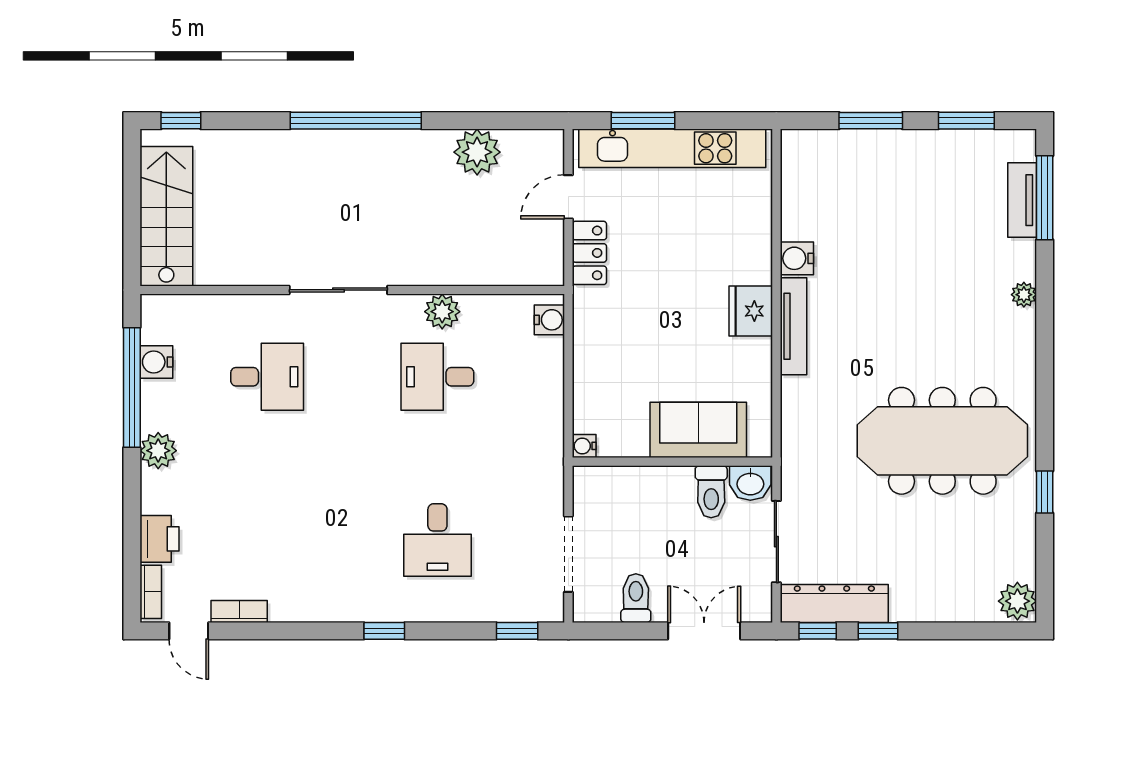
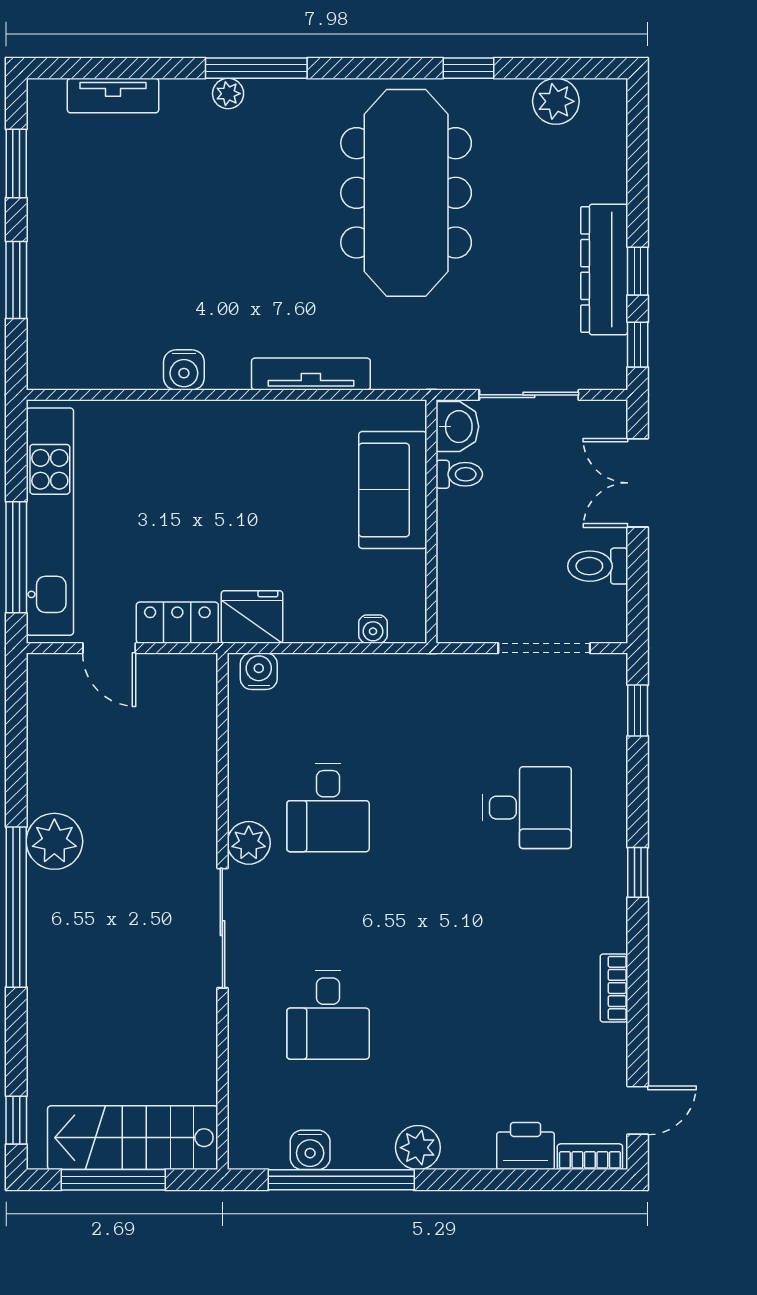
window: (643, 121) -> (16, 557), width x1.44
plant: (477, 152) -> (54, 841), moved
window: (1045, 198) -> (256, 68), moved
window: (132, 200) -> (113, 1180), added
fridge: (751, 311) -> (252, 617), moved, turned 180
plant: (442, 312) -> (249, 843), moved
tv unit: (794, 326) -> (311, 374), moved
desk: (267, 377) -> (328, 1015), turned 180
water cooler: (584, 446) -> (373, 629), moved
toilet: (711, 492) -> (459, 474), width x0.73, depth x0.72
plant: (1017, 601) -> (556, 101), moved
dresser: (834, 604) -> (604, 270), moved
bookcase: (239, 611) -> (614, 988), moved

